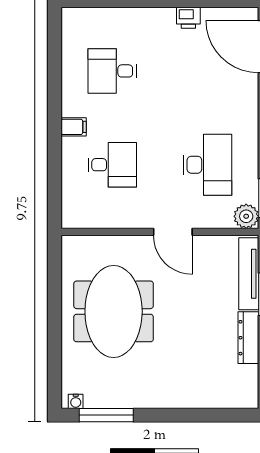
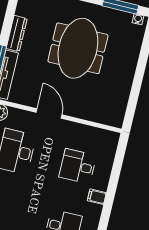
meeting table: (114, 311) -> (78, 48), moved

